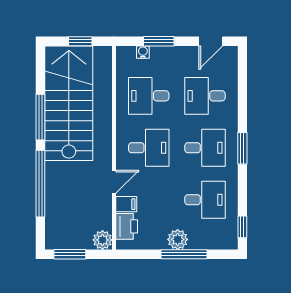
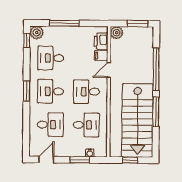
plant: (178, 239) -> (37, 32), moved

